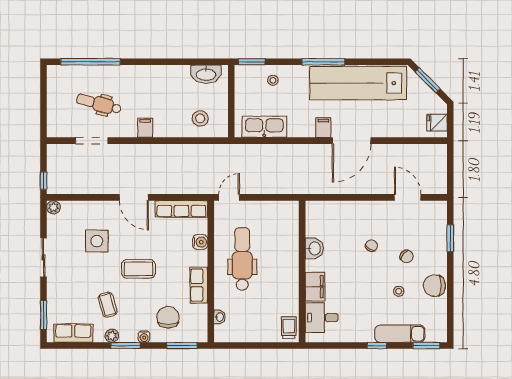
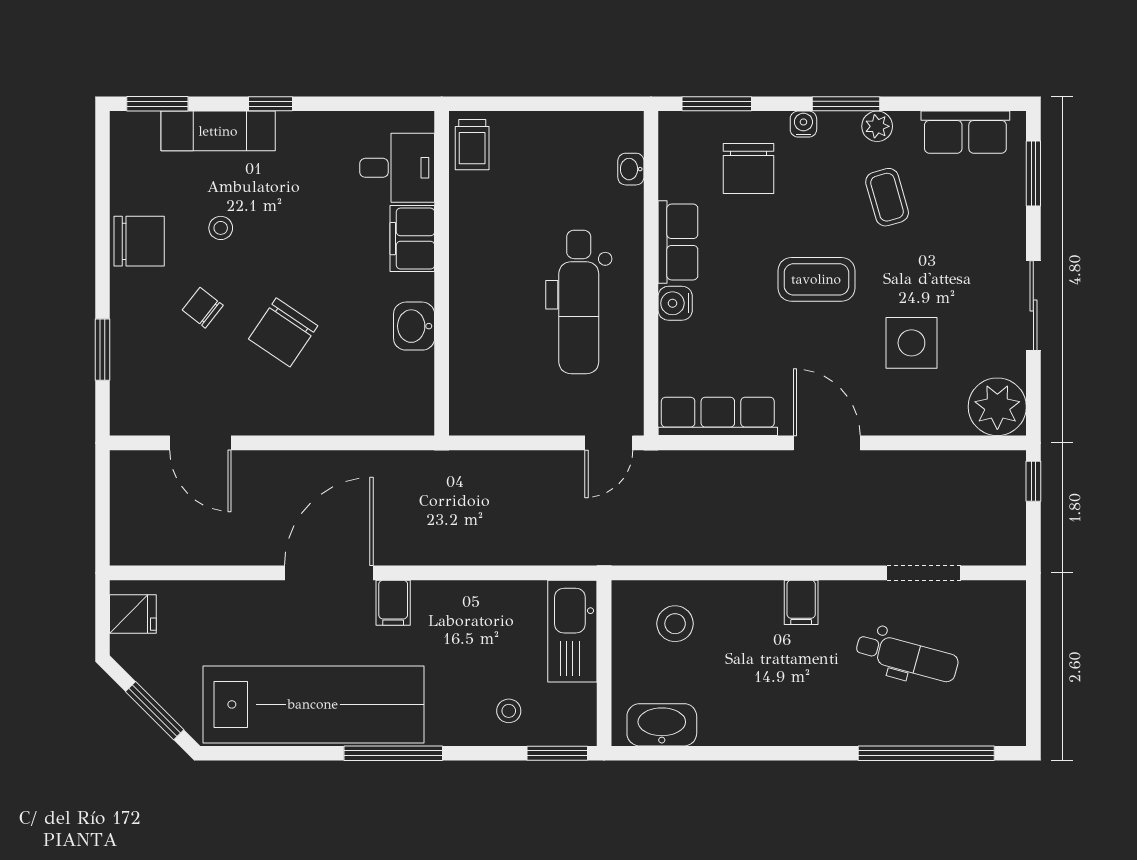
kitchen sink: (264, 127) -> (572, 631), moved, turned 90
plant: (53, 207) -> (997, 407), width x1.88, depth x1.88
water cooler: (200, 242) -> (675, 303), moved
chair: (371, 246) -> (283, 332), width x1.87, depth x1.87

